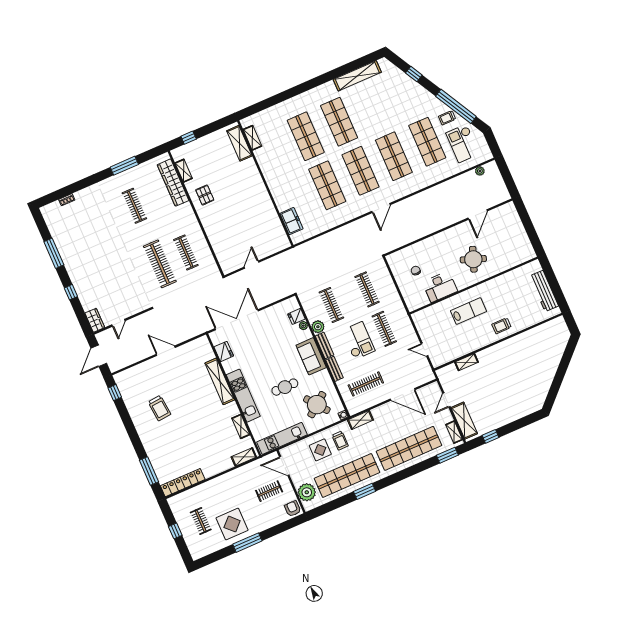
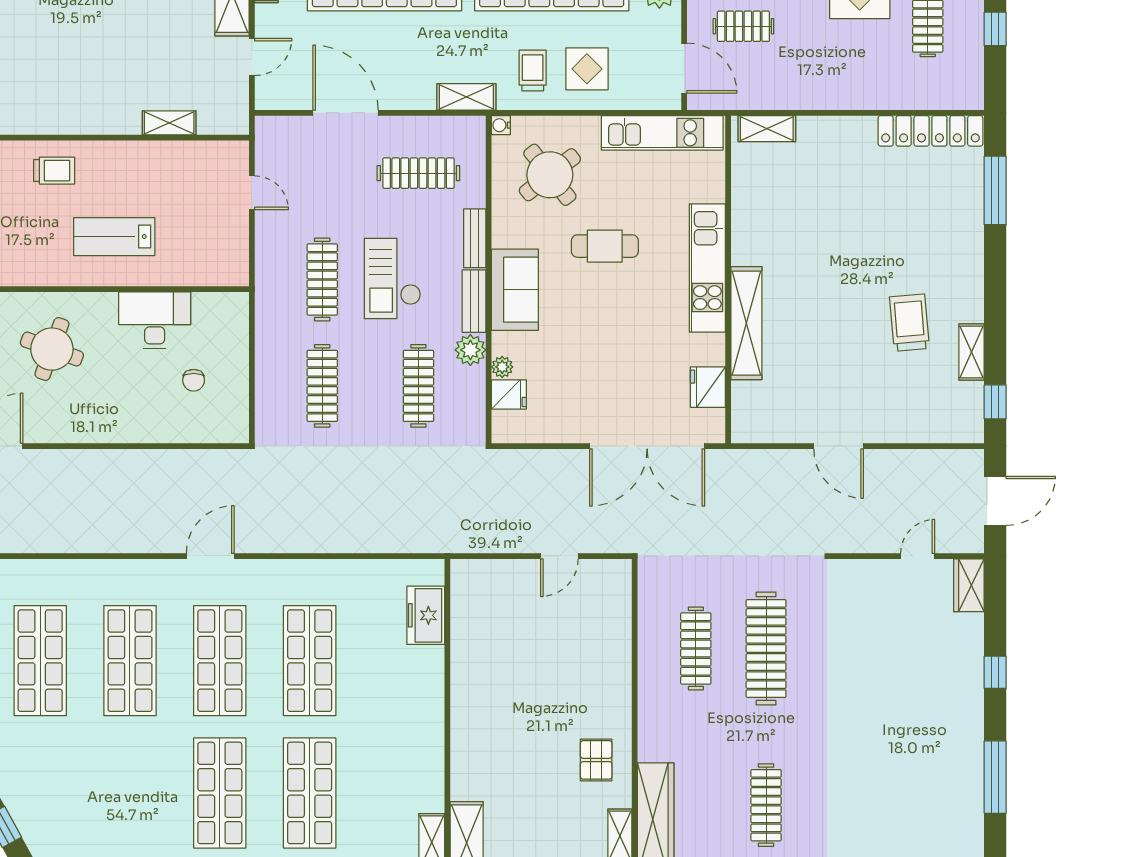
shelving: (241, 426) -> (972, 352), moved

